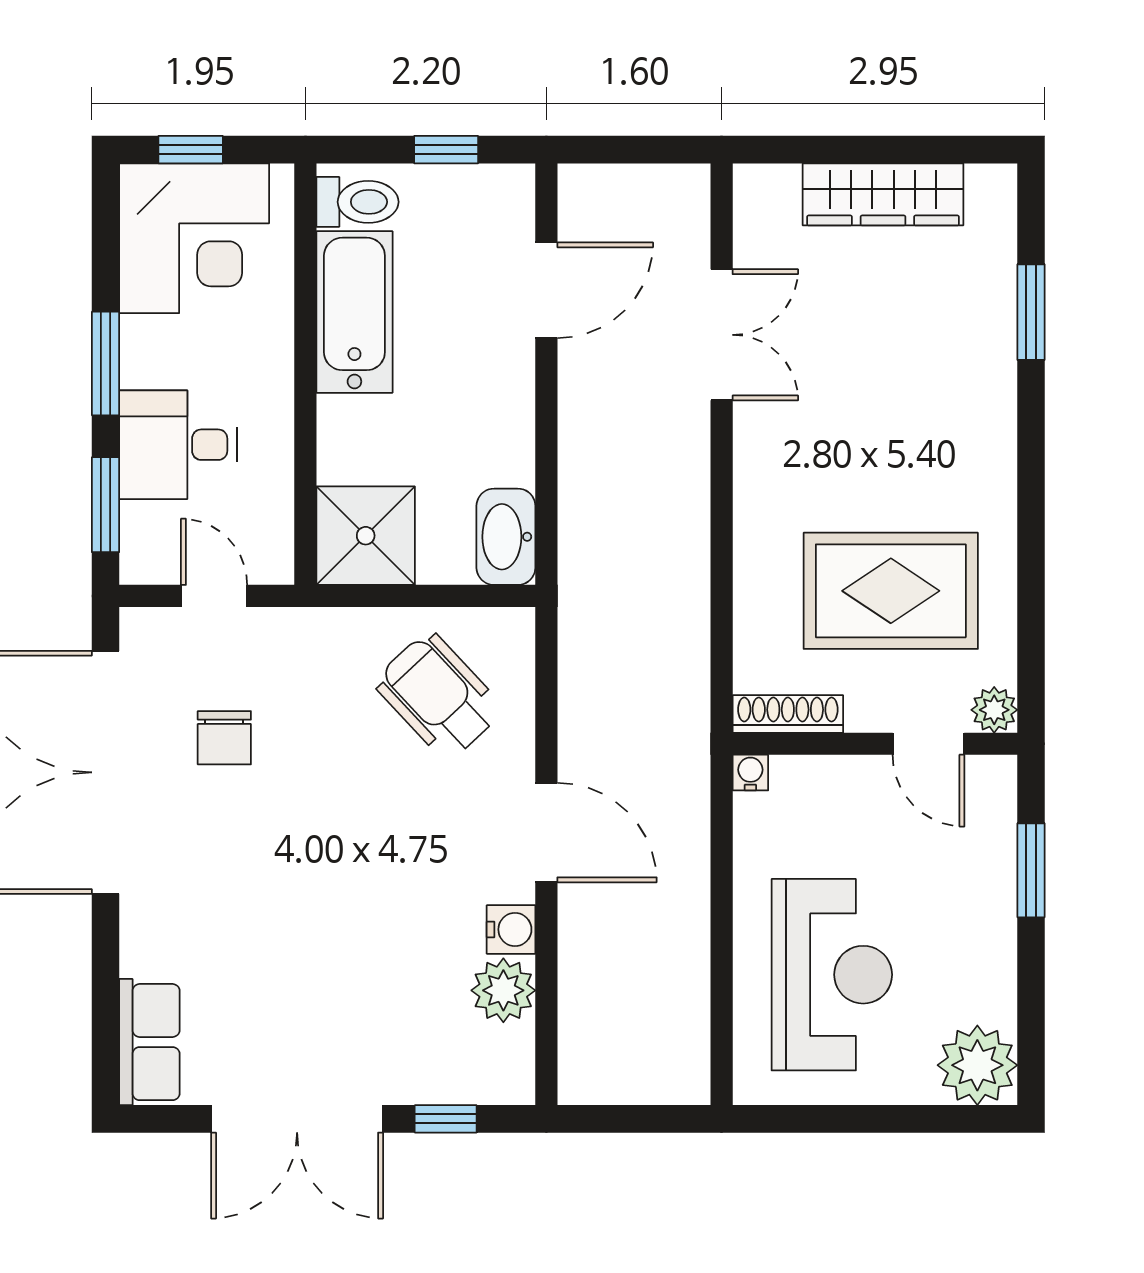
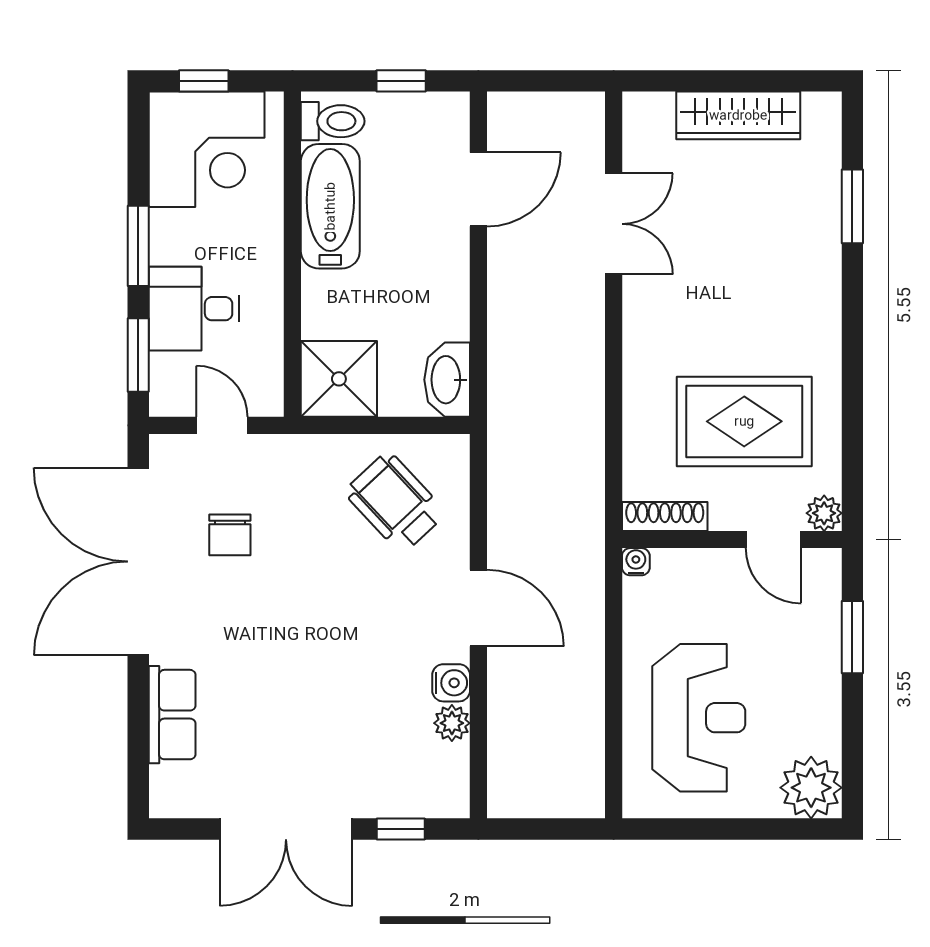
plant: (503, 990) -> (452, 723), width x0.73, depth x0.73
row of seats: (149, 1042) -> (172, 715), moved

